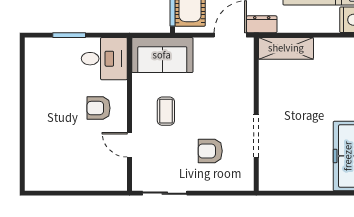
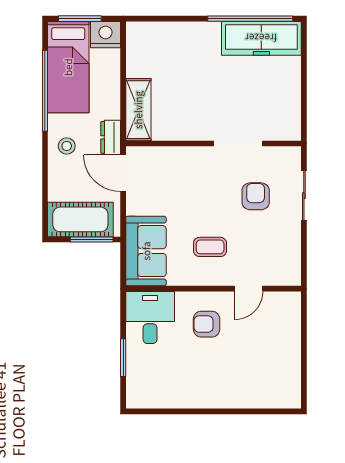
armchair: (98, 108) -> (207, 324), turned 90
armchair: (210, 151) -> (256, 196), turned 180
sliding door: (165, 193) -> (304, 196), moved

